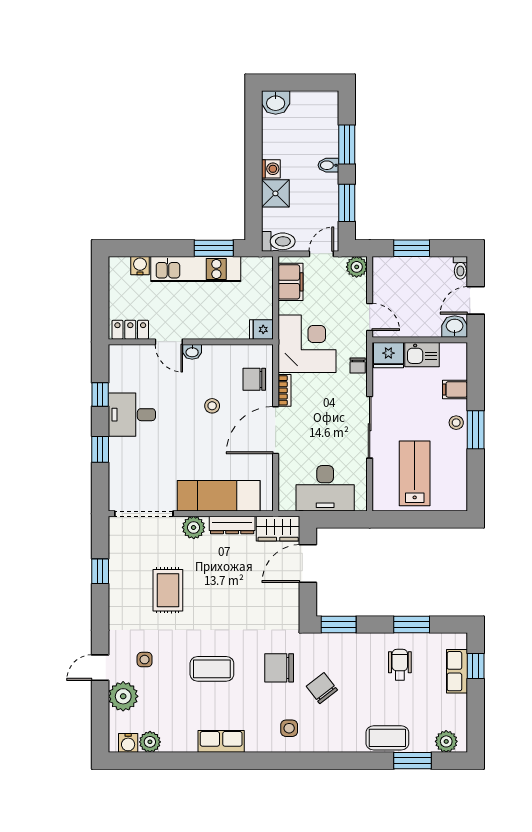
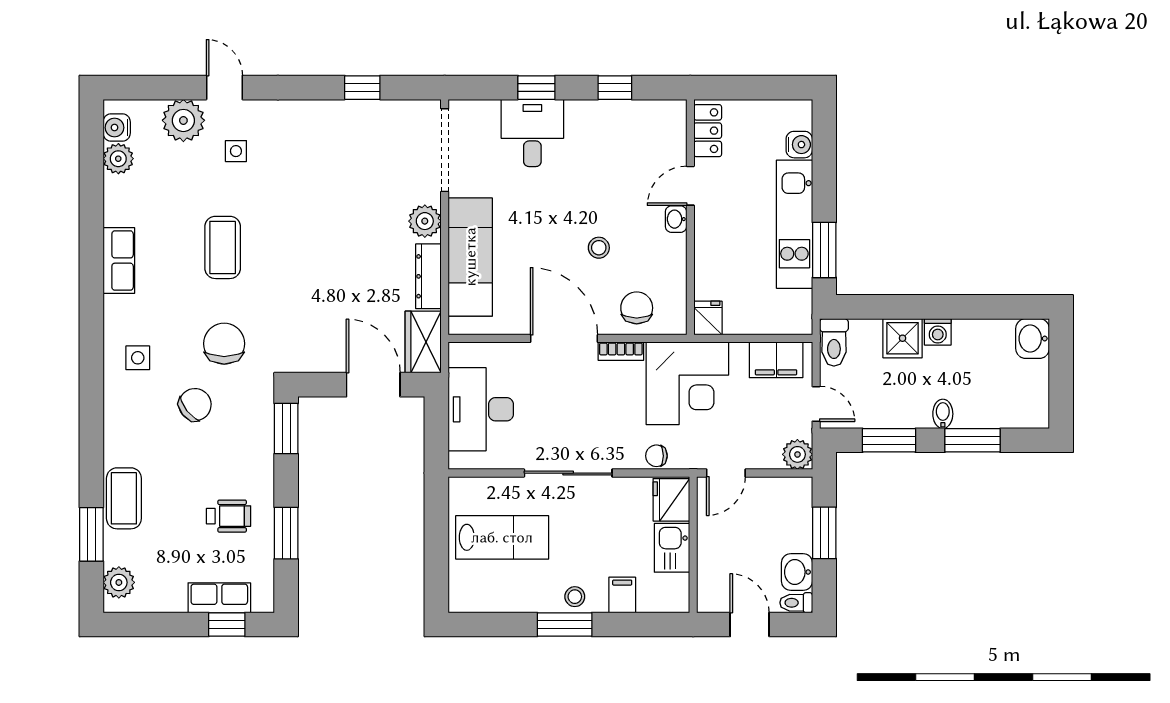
washbasin: (455, 326) -> (797, 572), moved, turned 180
desk: (132, 415) -> (532, 133), moved
rug: (168, 590) -> (335, 184), removed

